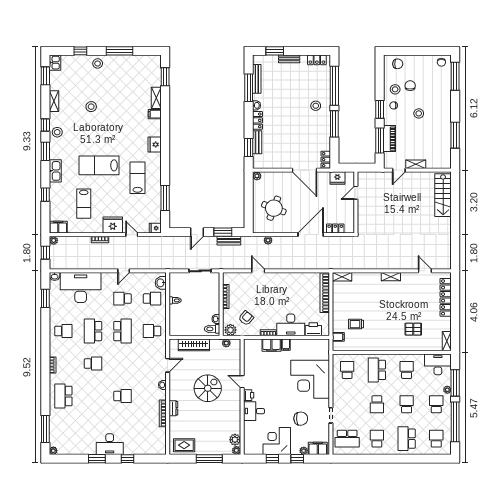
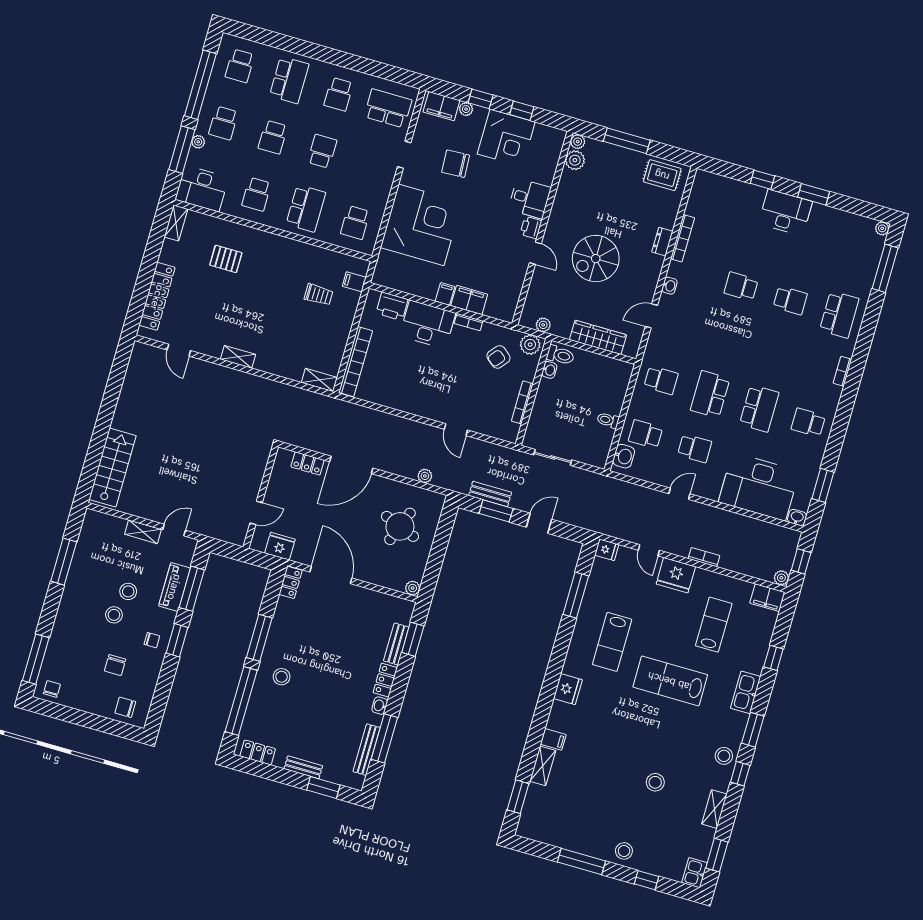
stool: (395, 89) -> (128, 591), moved
lab bench: (99, 165) -> (670, 681), turned 180
school desk: (93, 364) -> (790, 300), moved, turned 180

